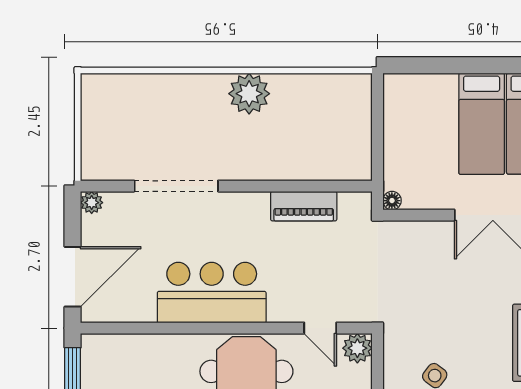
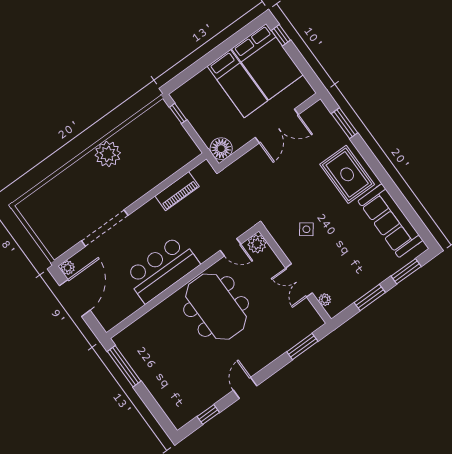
window: (378, 107) -> (178, 113), added
floor lamp: (392, 201) -> (221, 149), width x1.89, depth x1.89
door: (73, 277) -> (75, 298), moved

